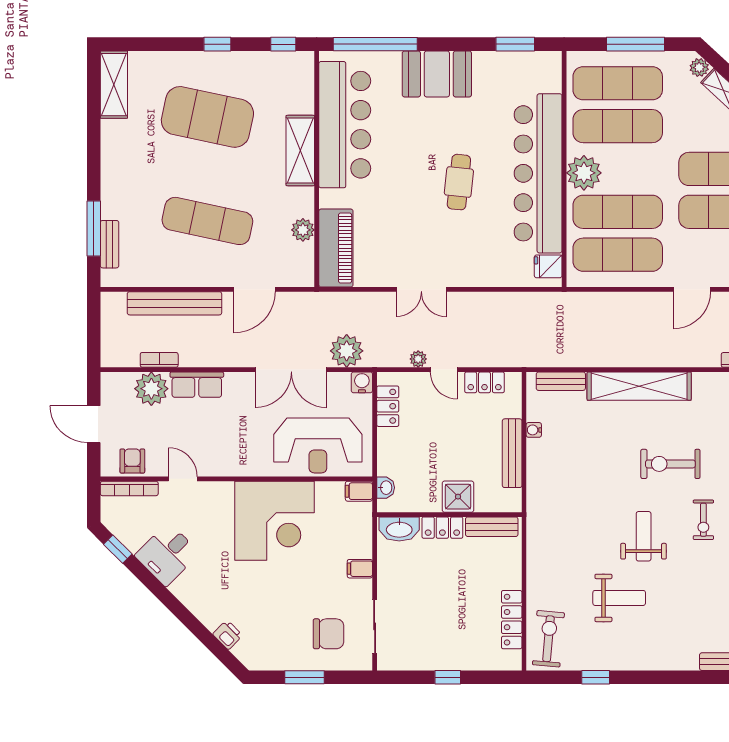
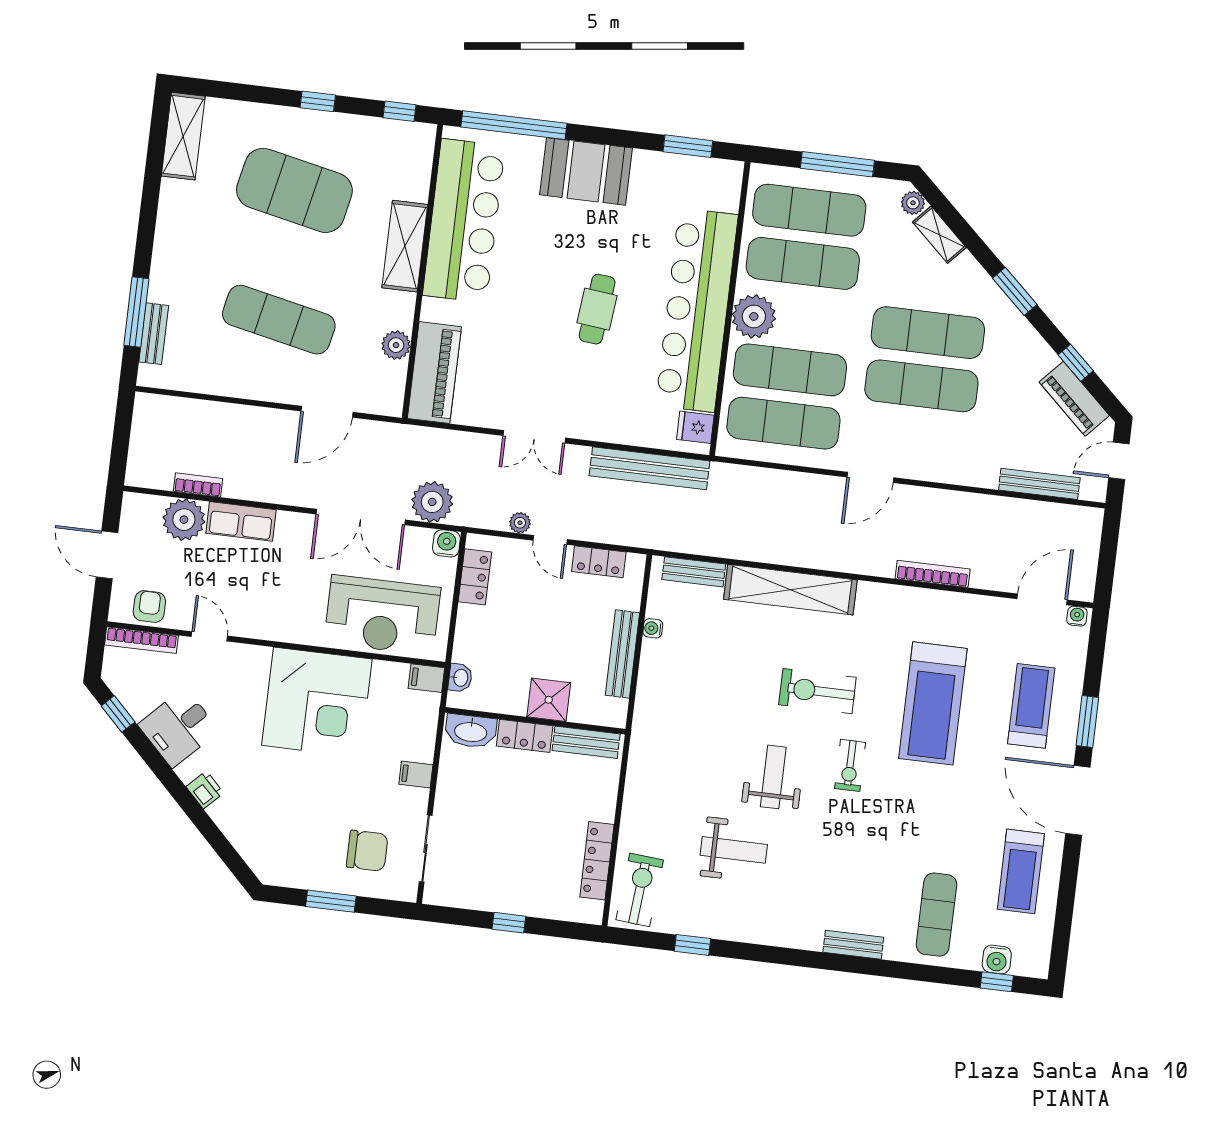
bench: (174, 303) -> (650, 468), moved
printer: (228, 635) -> (205, 790), moved

